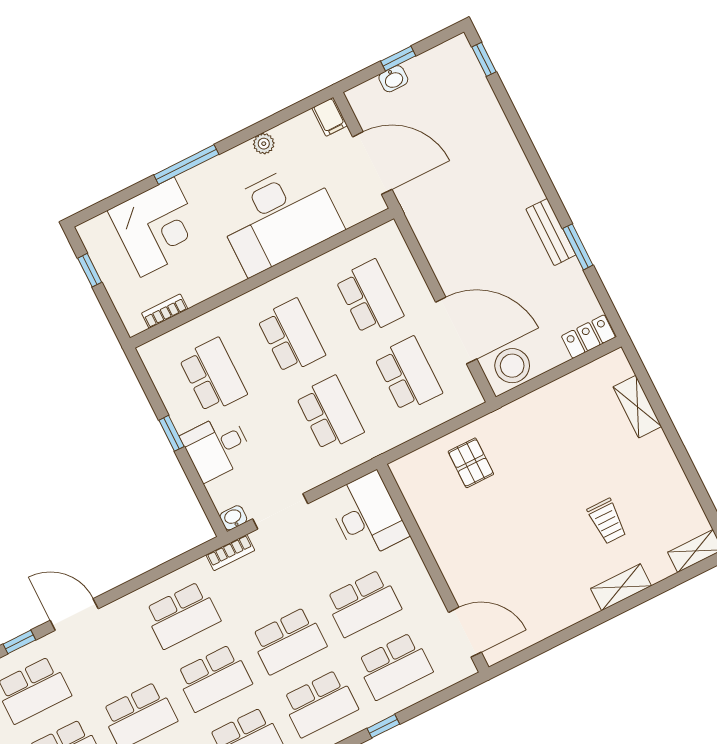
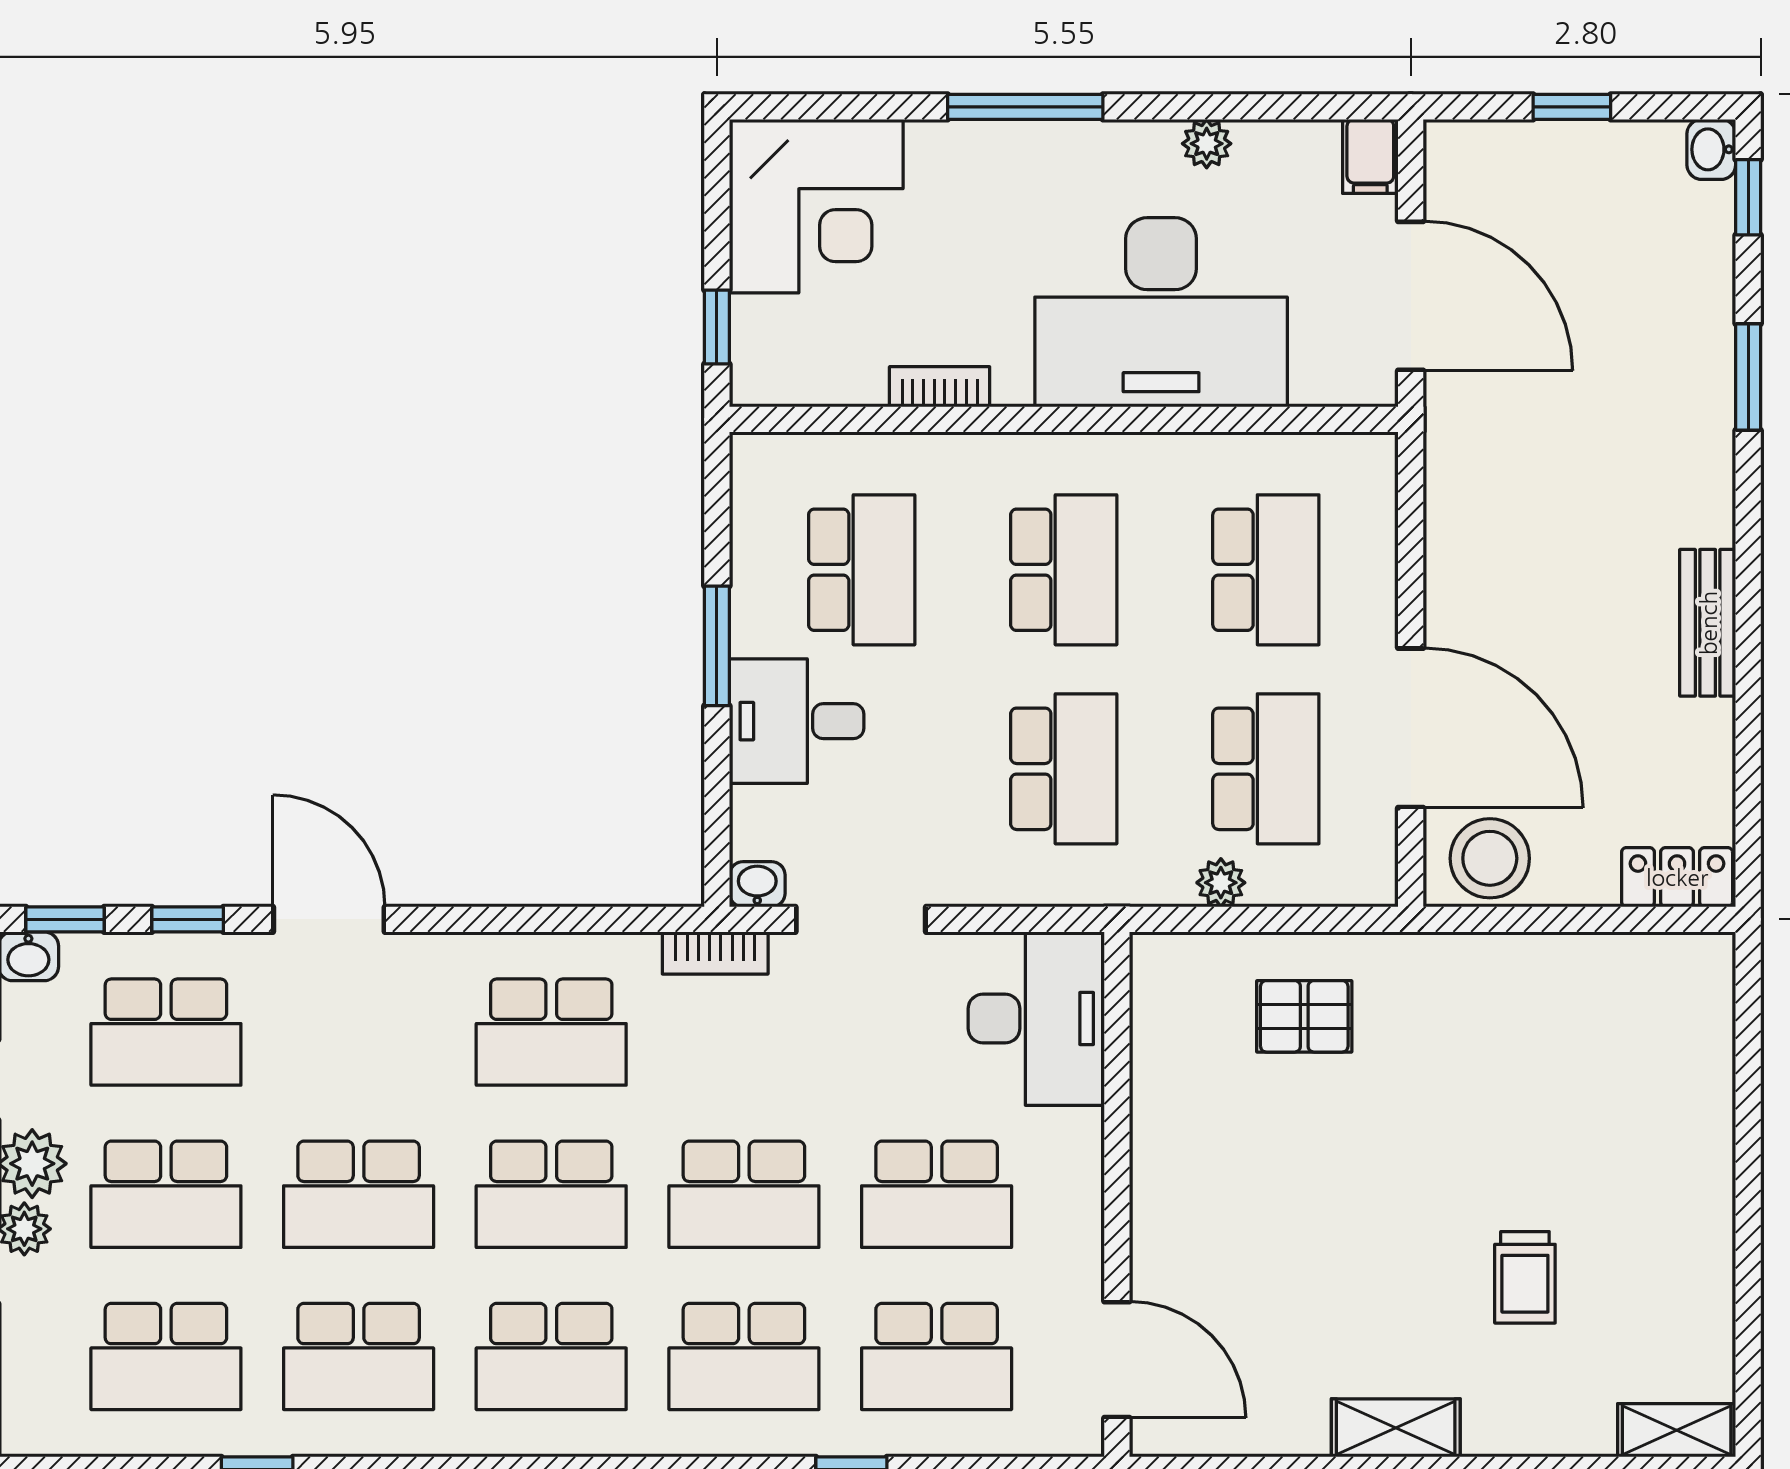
washbasin: (393, 79) -> (1711, 149), moved, turned 90
corner desk: (157, 227) -> (816, 206), moved
window: (578, 247) -> (1748, 377), moved
window: (90, 270) -> (717, 327), moved
bookcase: (165, 311) -> (940, 387), moved
shelving: (637, 407) -> (1706, 1072), removed
plant: (413, 427) -> (1221, 883), added
window: (171, 433) -> (717, 646), width x1.50
pallet: (471, 463) -> (1304, 1016), turned 90
shelving: (621, 587) -> (1396, 1428), moved

